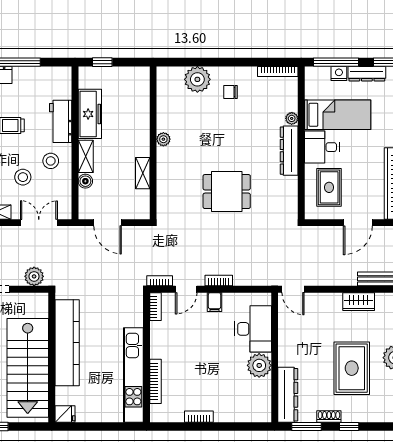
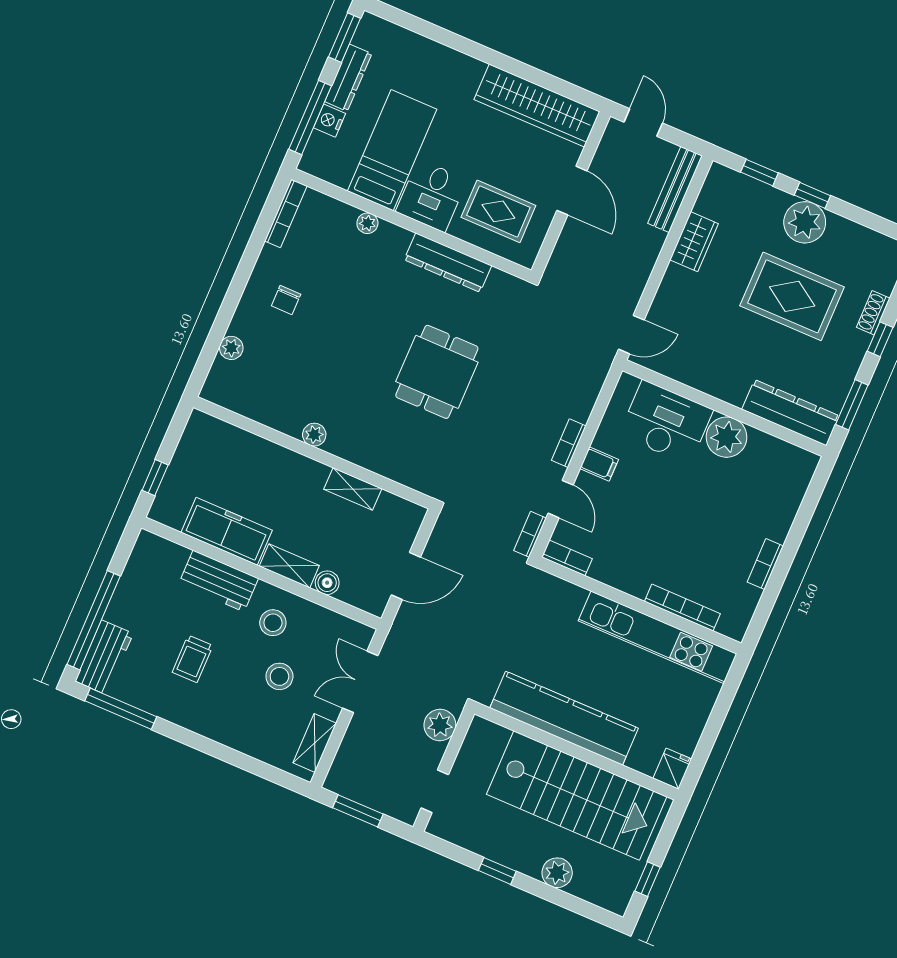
plant: (197, 79) -> (231, 348), width x0.53, depth x0.53
dresser: (289, 151) -> (448, 263), moved
shoe rack: (329, 416) -> (873, 313), moved

